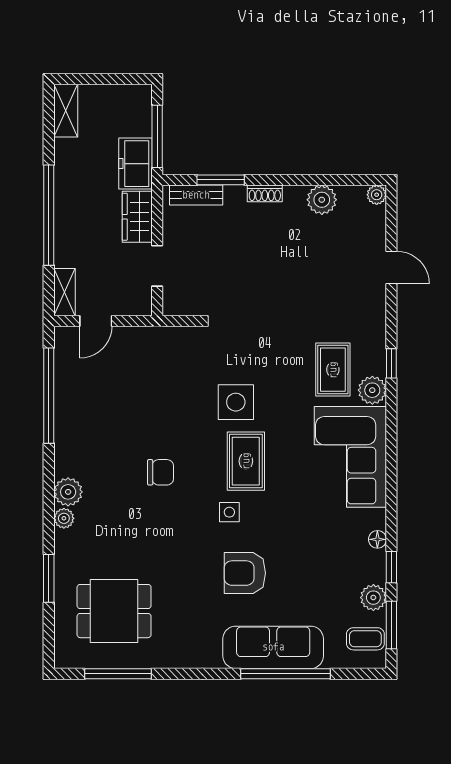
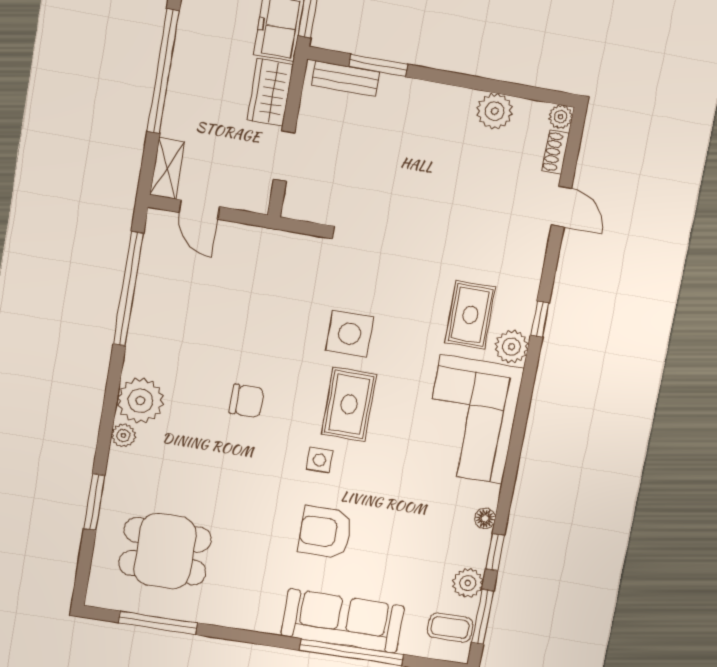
shoe rack: (265, 193) -> (556, 152), moved, turned 90
door: (96, 321) -> (199, 209), hinge flipped
plant: (68, 492) -> (140, 401), width x1.36, depth x1.36

